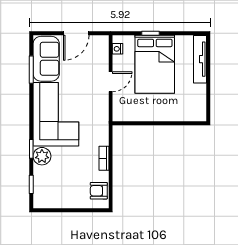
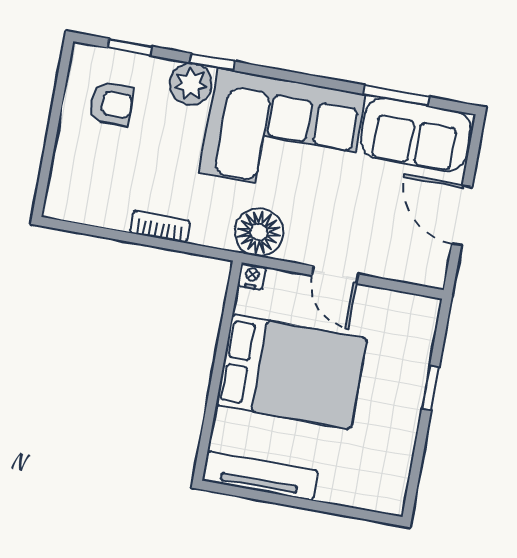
nightstand: (118, 49) -> (252, 276), moved
tv unit: (200, 59) -> (260, 476), moved
bed: (155, 64) -> (292, 372), moved, turned 180
floor lamp: (99, 117) -> (259, 232), added
armchair: (99, 191) -> (111, 104), moved, turned 90

